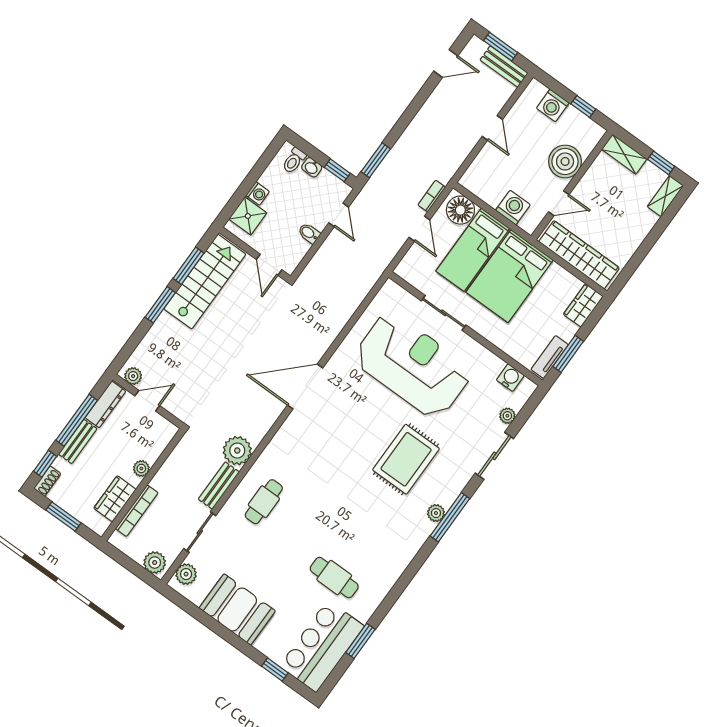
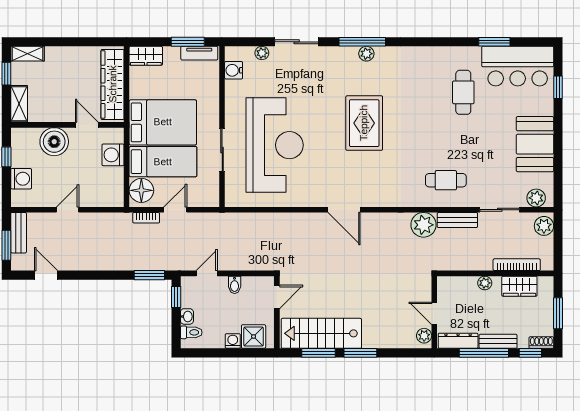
reception desk: (413, 365) -> (275, 145), turned 180
door: (305, 387) -> (344, 210), width x0.73
rug: (406, 459) -> (364, 123), moved, turned 90

